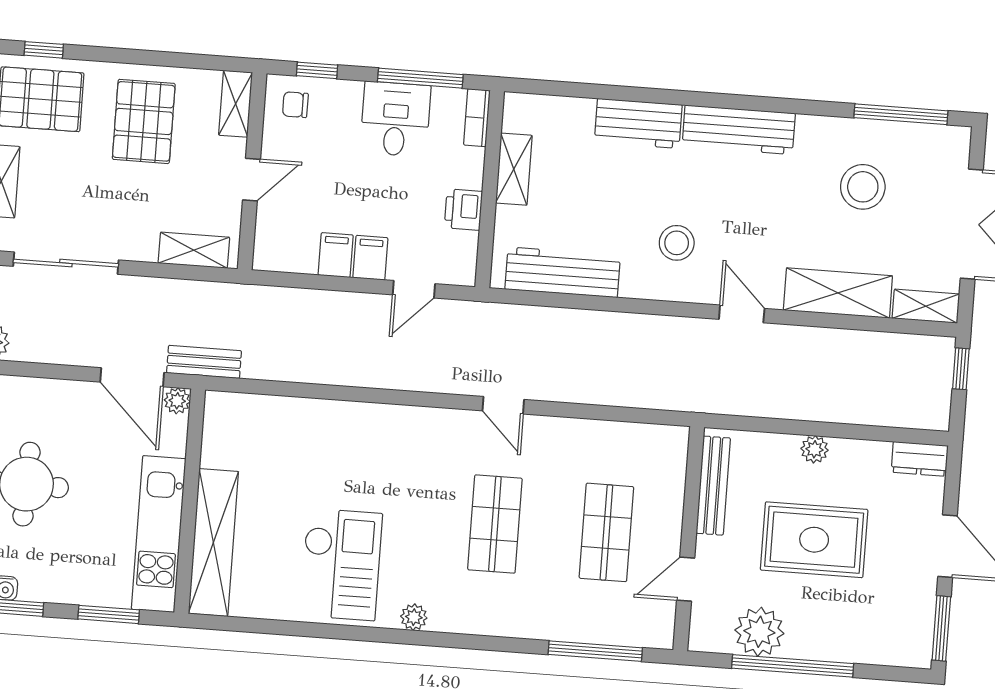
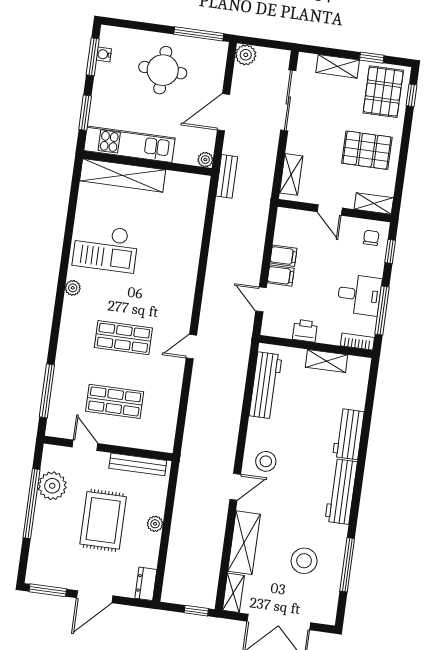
window: (901, 114) -> (347, 565), moved
stool: (677, 243) -> (266, 461), moved
door: (132, 377) -> (223, 112), moved

